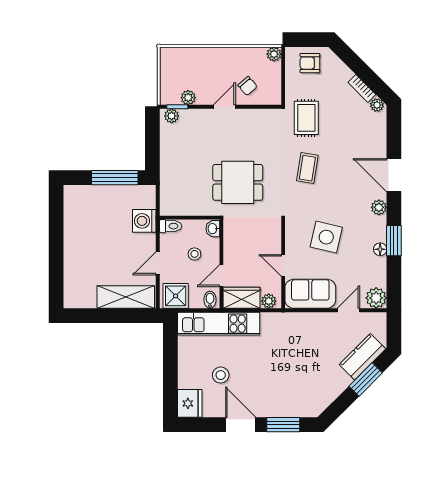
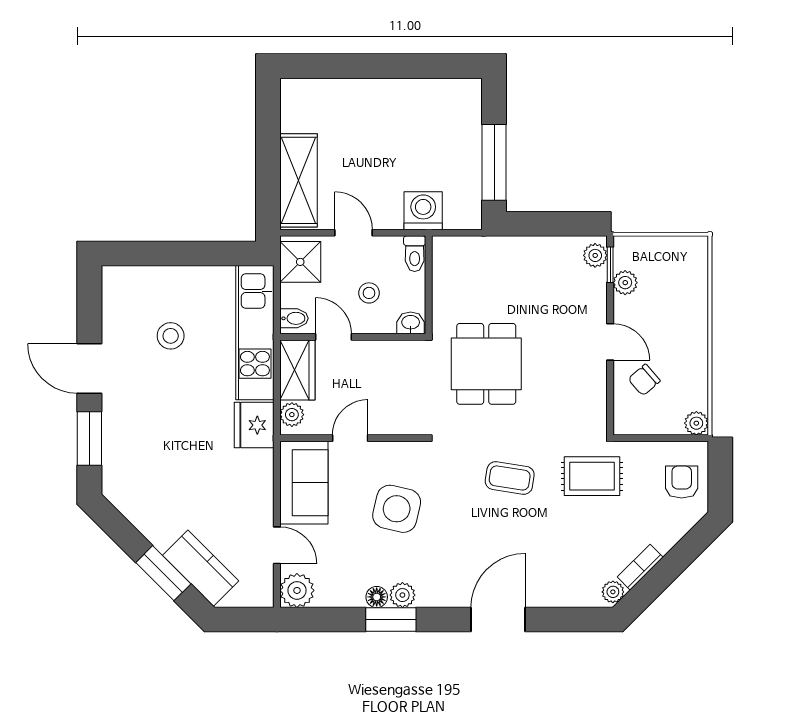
plant: (379, 207) -> (402, 595), moved
fridge: (190, 403) -> (254, 425), moved, turned 90
door: (241, 425) -> (89, 369), swing flipped

